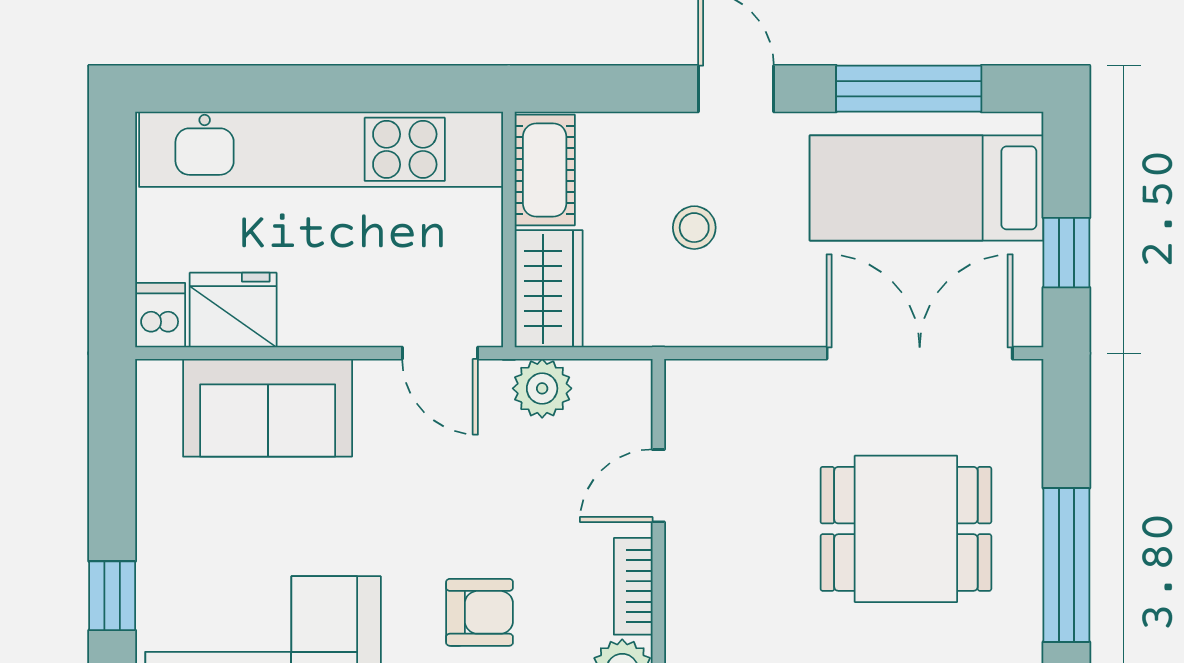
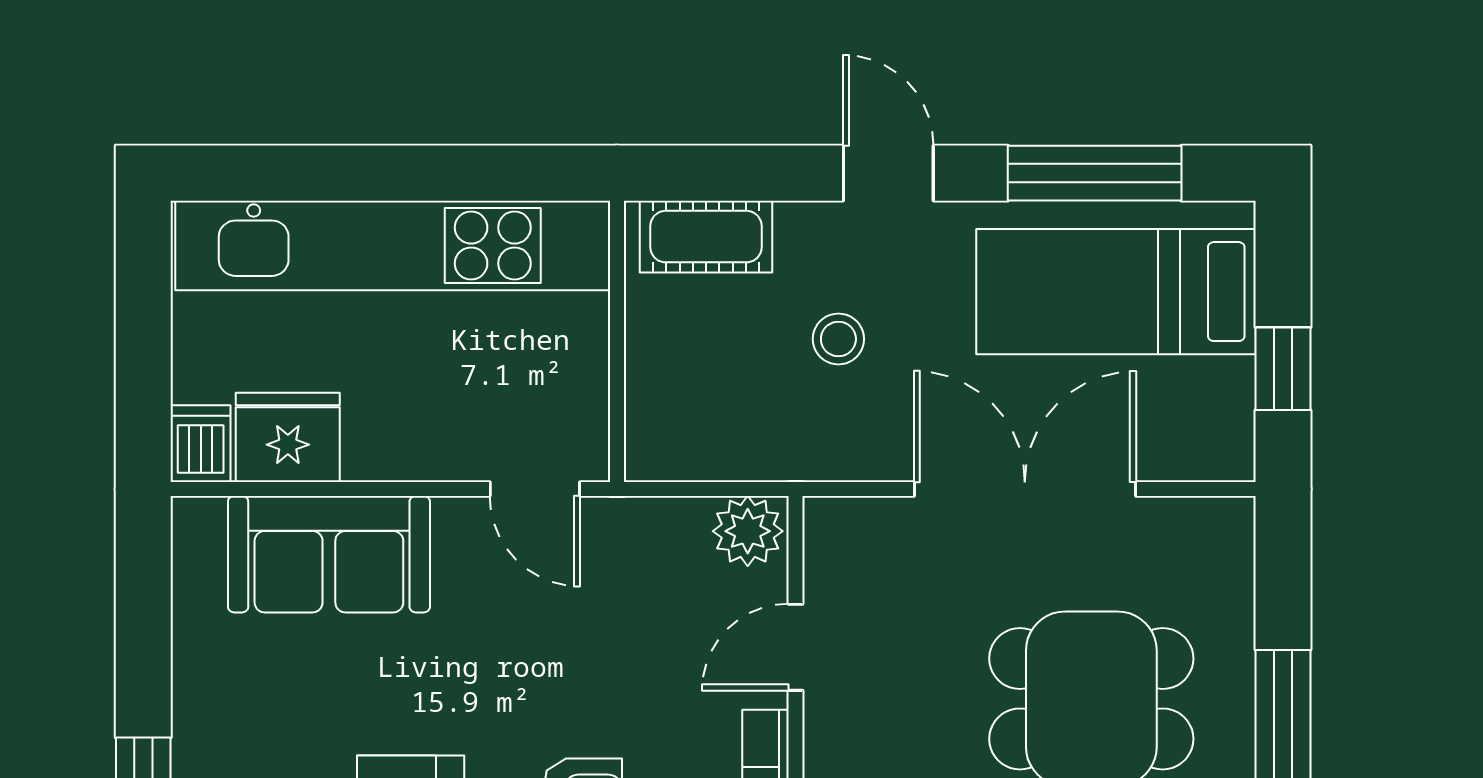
cot: (545, 170) -> (706, 237), moved, turned 90
wardrobe: (549, 289) -> (665, 412), removed
double door: (920, 353) -> (1025, 489), moved
plant: (542, 388) -> (748, 531), moved

